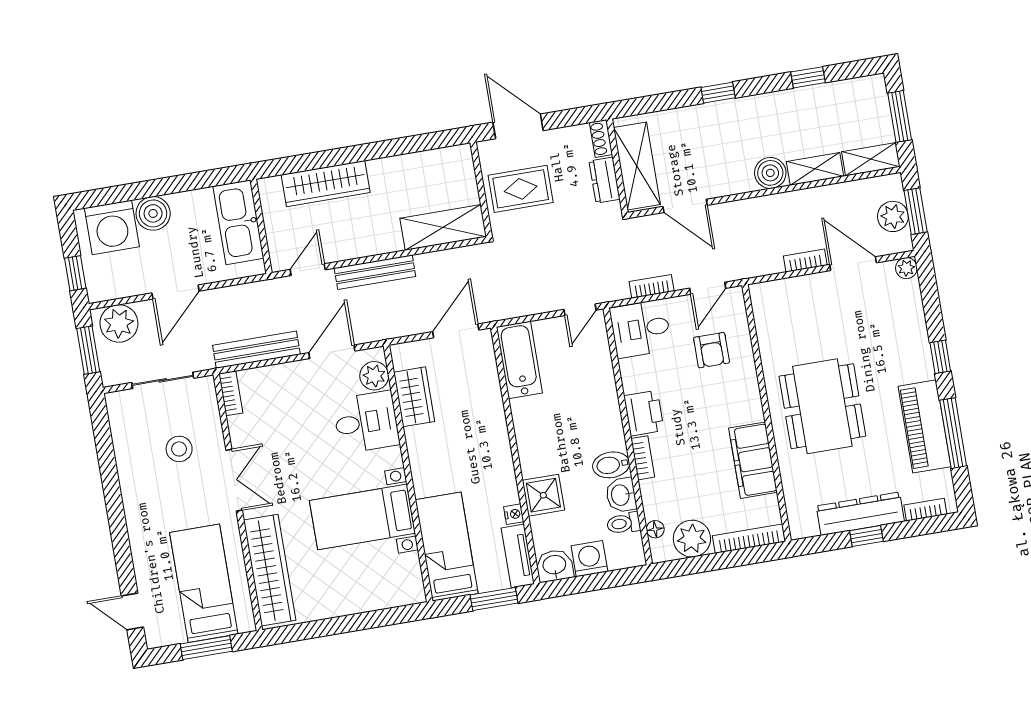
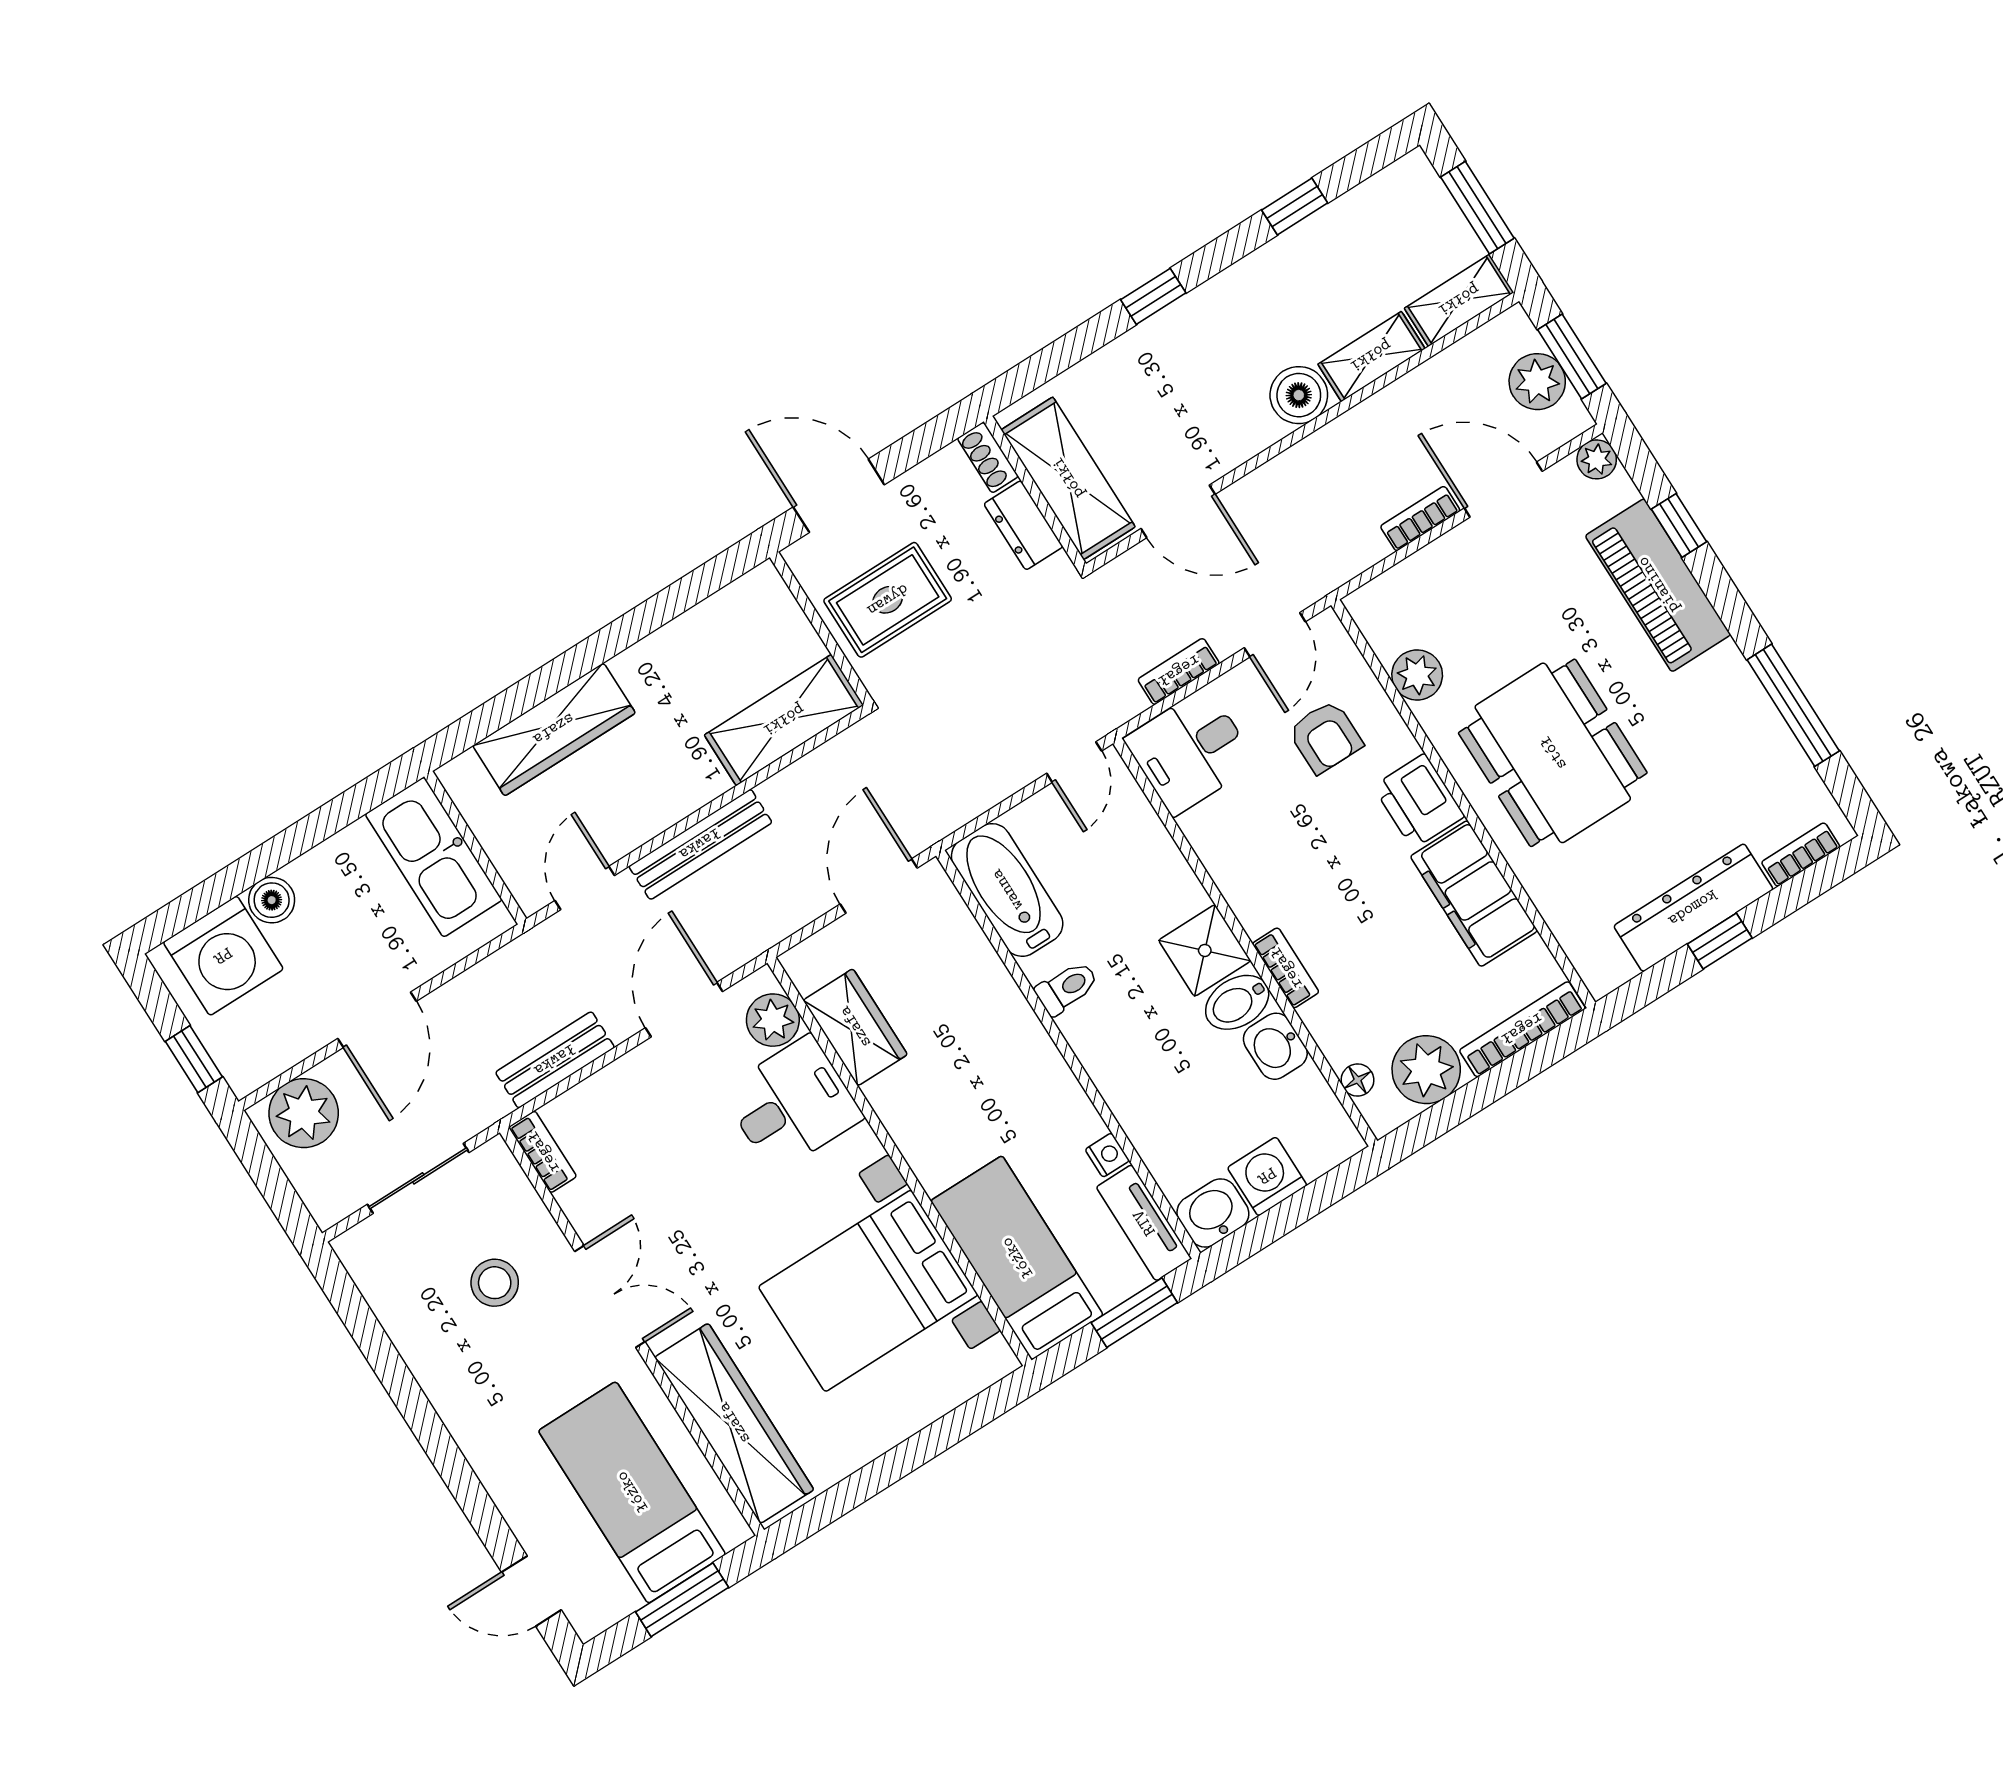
boiler: (153, 213) -> (272, 900), width x0.73, depth x0.73
plant: (771, 338) -> (1417, 675), added
window: (88, 350) -> (271, 1180), removed
bench: (256, 350) -> (555, 1060), width x0.73
window: (940, 357) -> (1679, 525), moved
printer: (644, 413) -> (1419, 801), moved, turned 180
piano: (924, 426) -> (1658, 585), moved
shower: (543, 495) -> (1205, 950), moved
bed with nightstands: (362, 517) -> (868, 1291), width x1.36
toilet: (624, 523) -> (1067, 988), moved, turned 180

